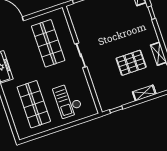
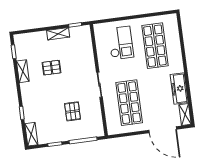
pallet: (102, 24) -> (73, 111), added
pallet: (131, 63) -> (52, 68), width x0.67, depth x0.71
shelving: (144, 93) -> (58, 34), moved

